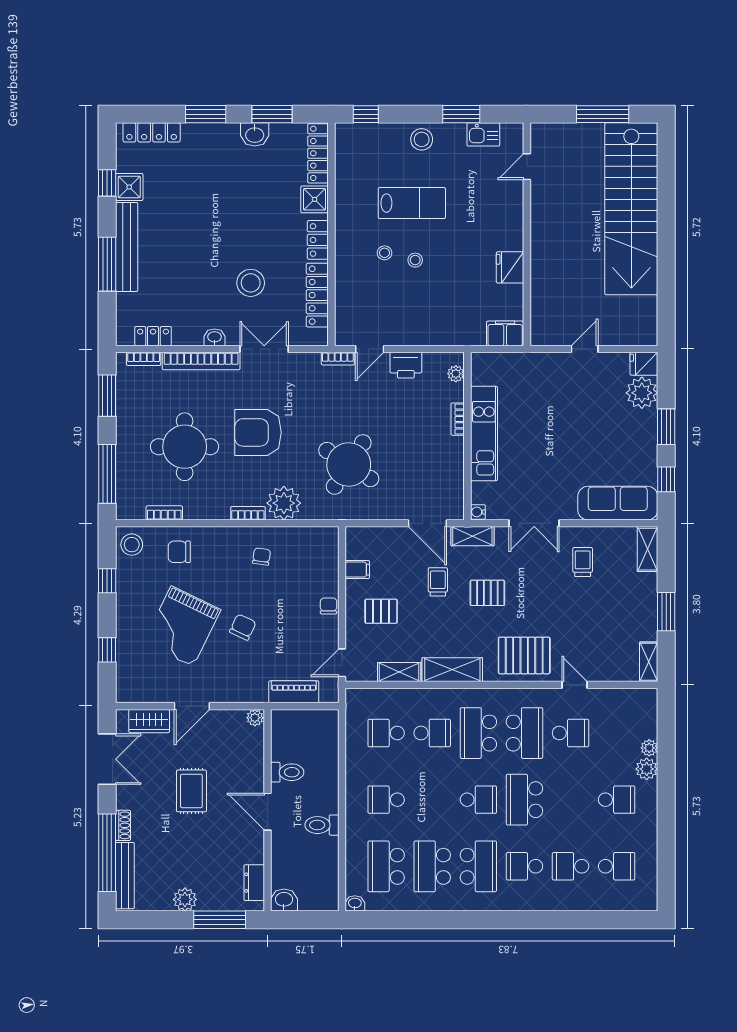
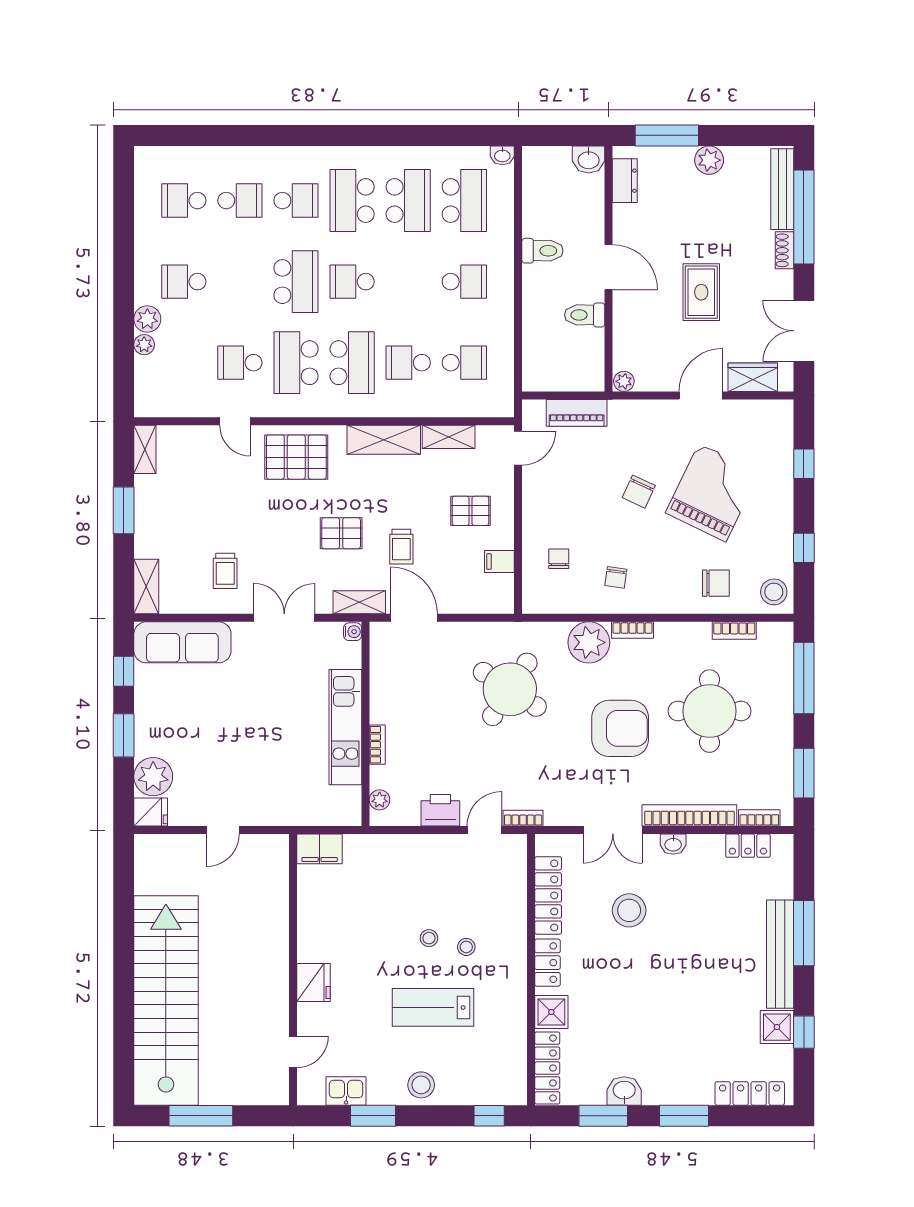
fridge: (510, 267) -> (313, 982), moved
chair: (328, 606) -> (559, 559), moved, turned 180

